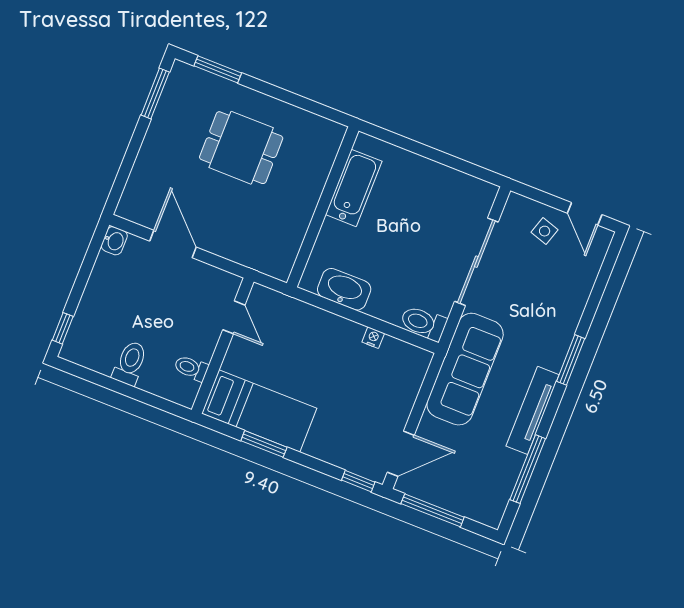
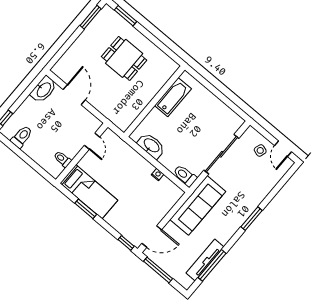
washbasin: (114, 241) -> (44, 90), width x1.91, depth x1.45
toilet: (130, 363) -> (22, 137), moved
tv unit: (533, 410) -> (205, 260), moved

